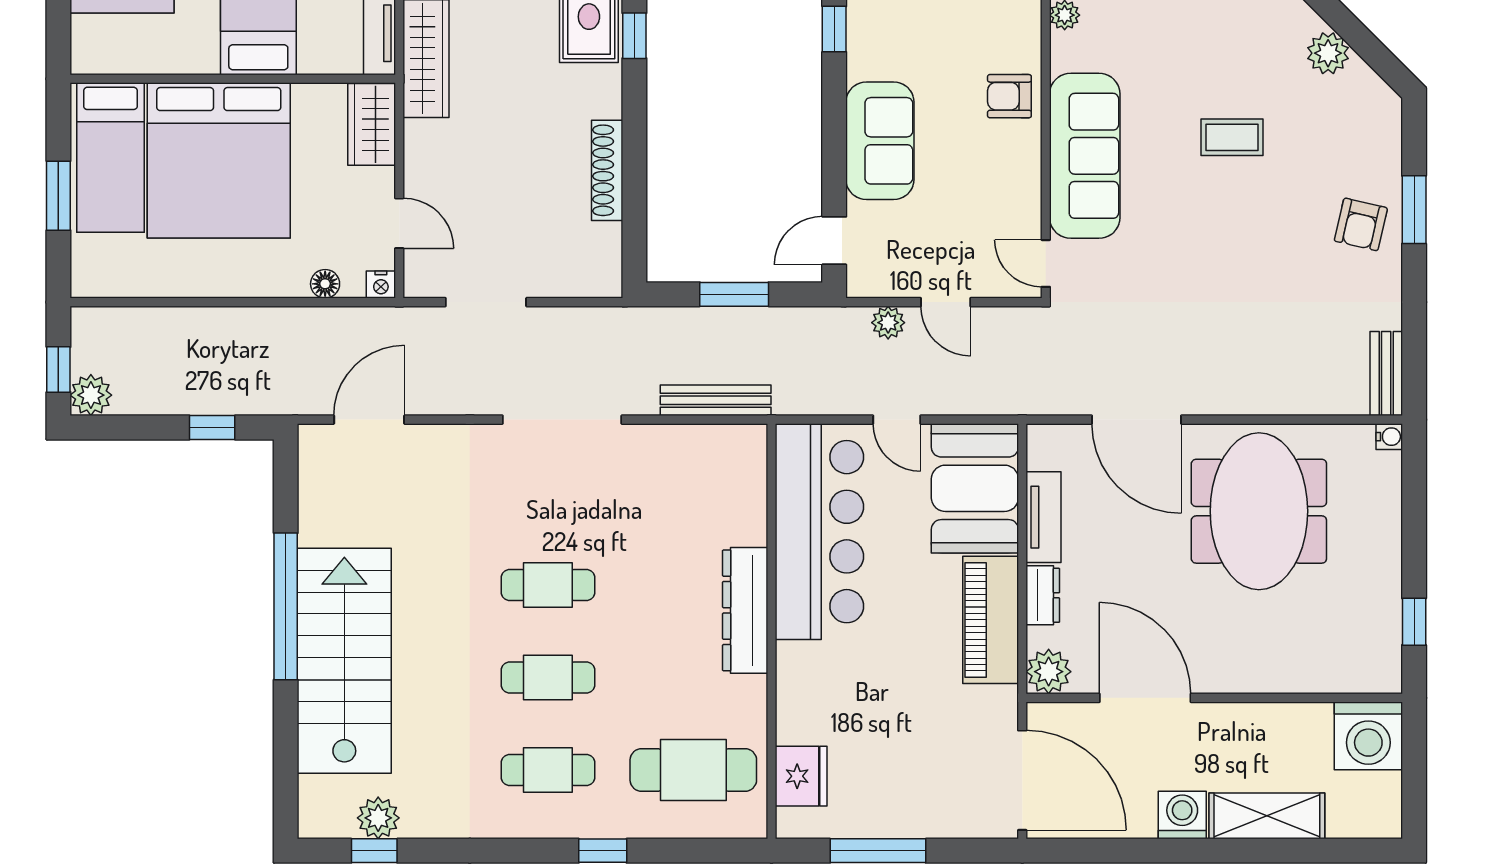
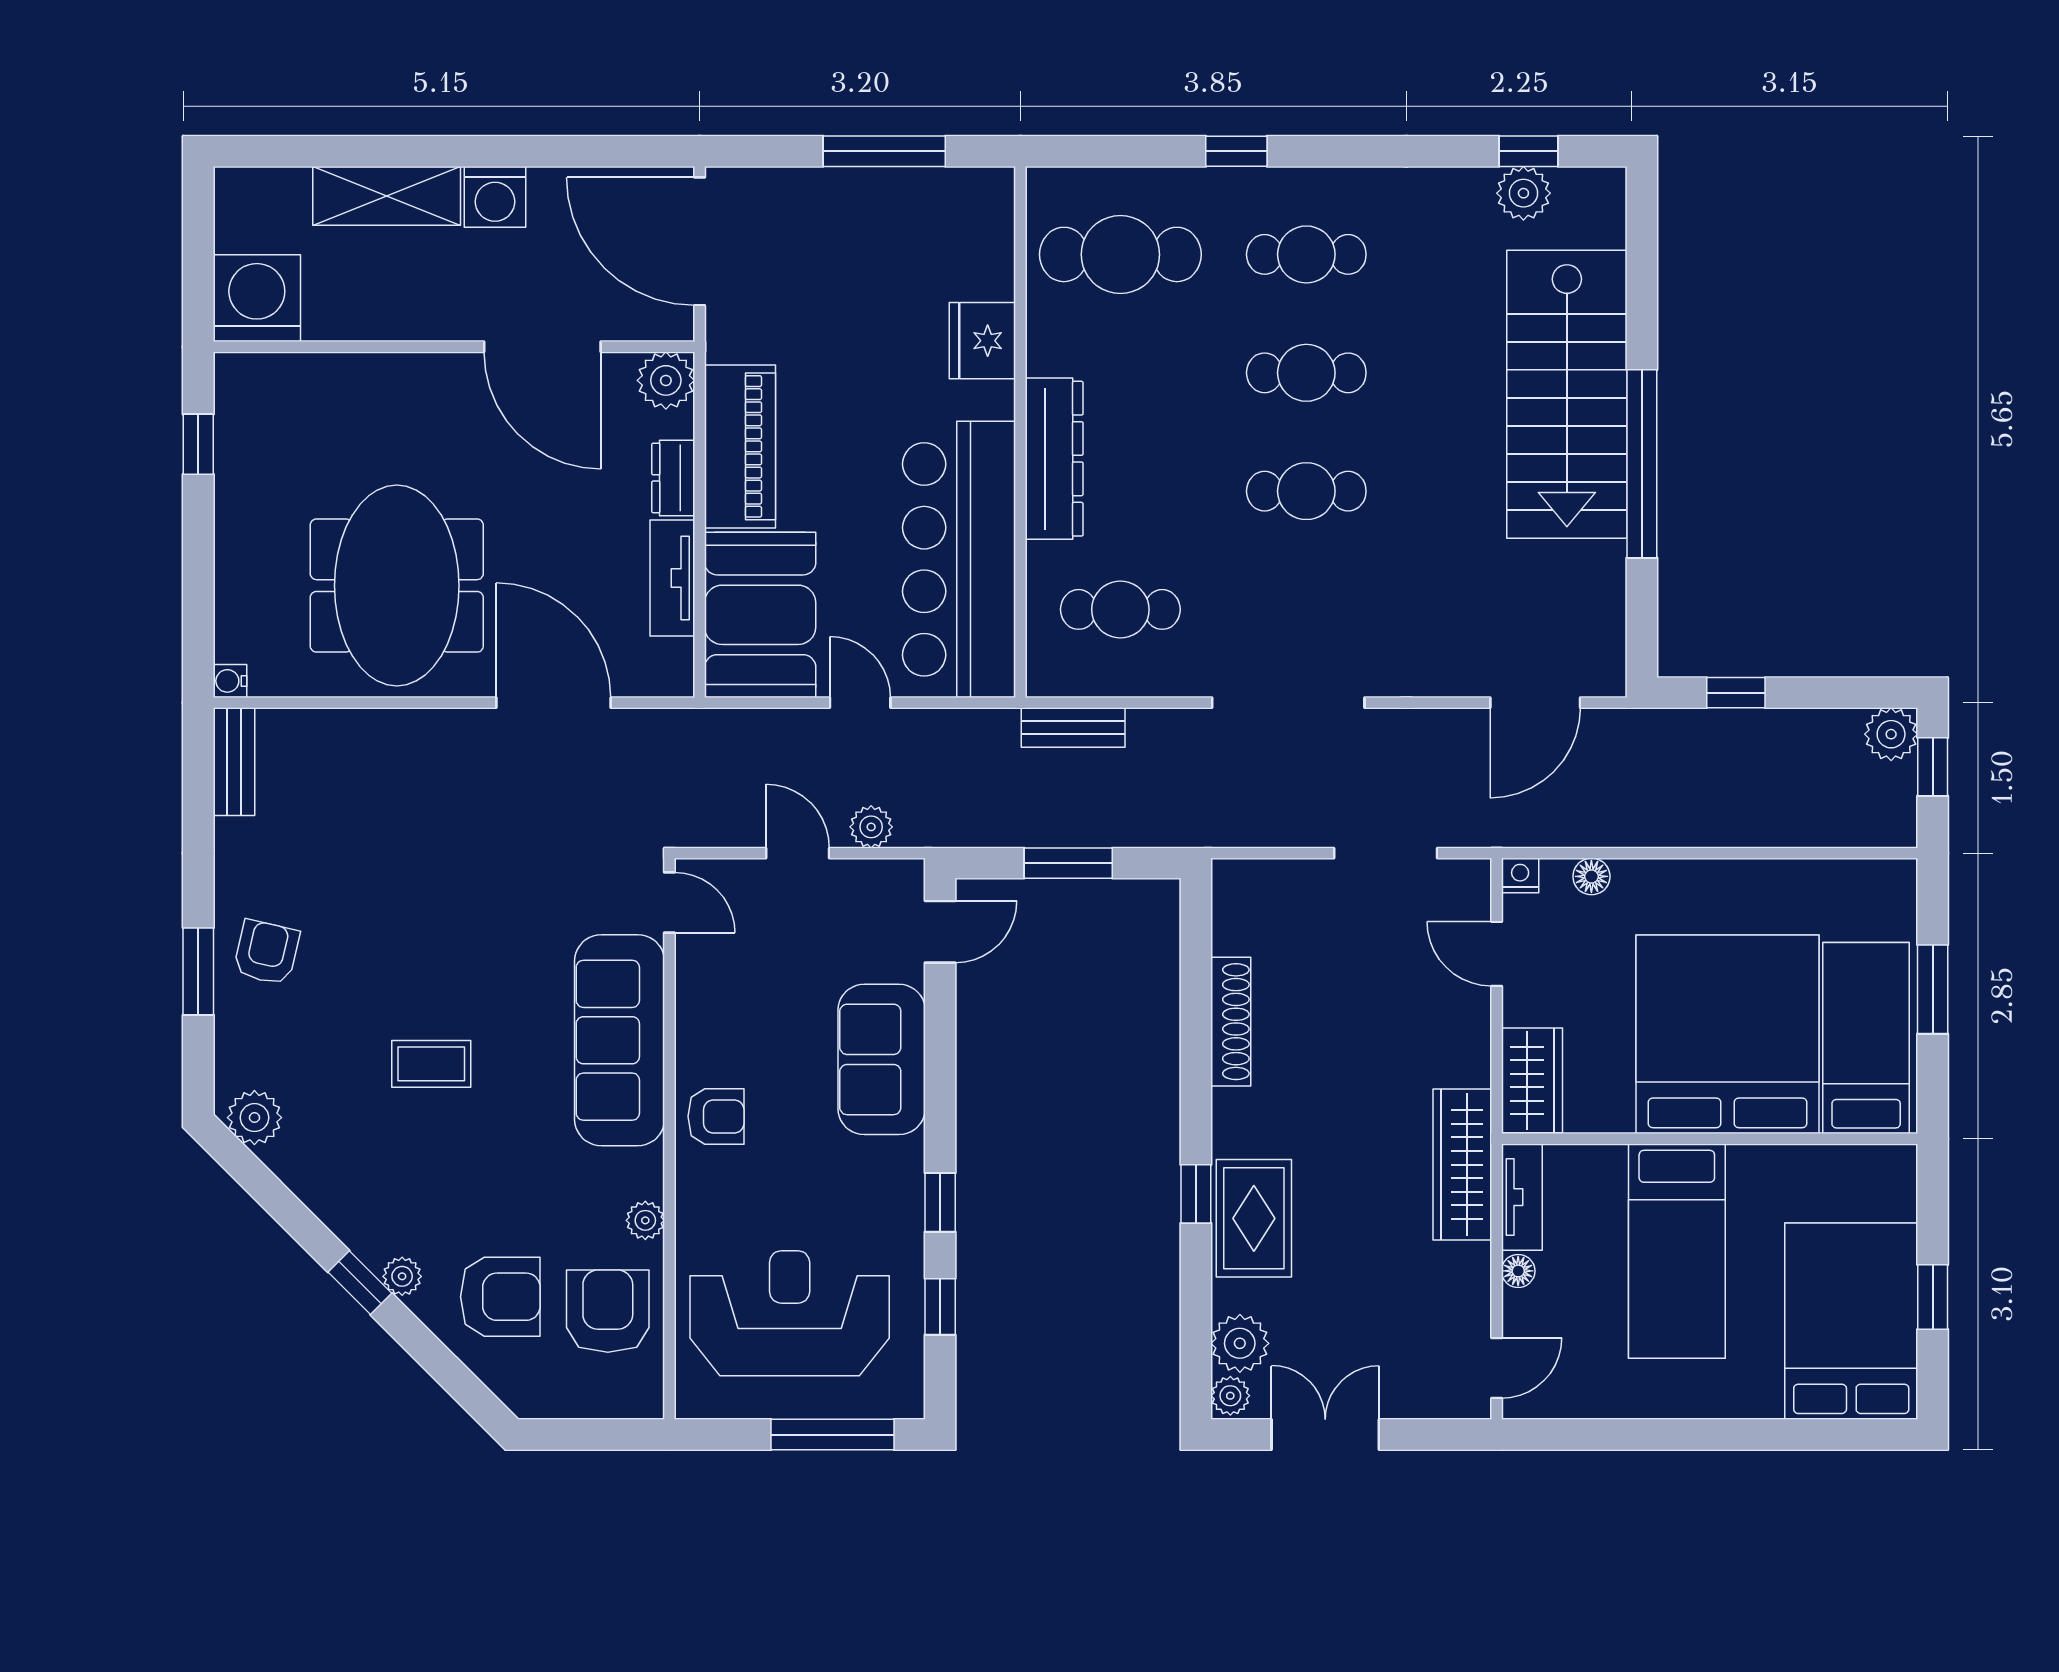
plant: (1328, 53) -> (254, 1118), moved
bench: (716, 400) -> (1073, 727), width x0.73
cafe table: (693, 492) -> (1120, 609), added
fridge: (801, 776) -> (982, 341), moved

